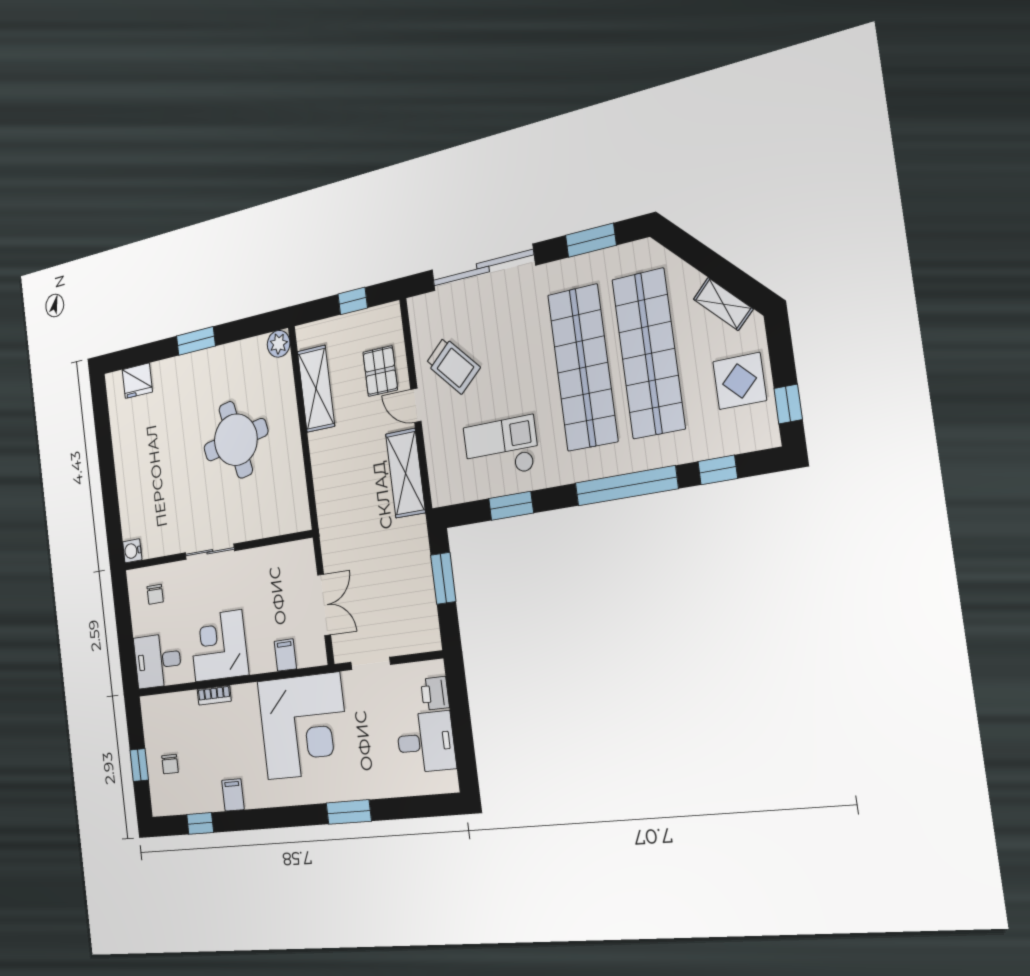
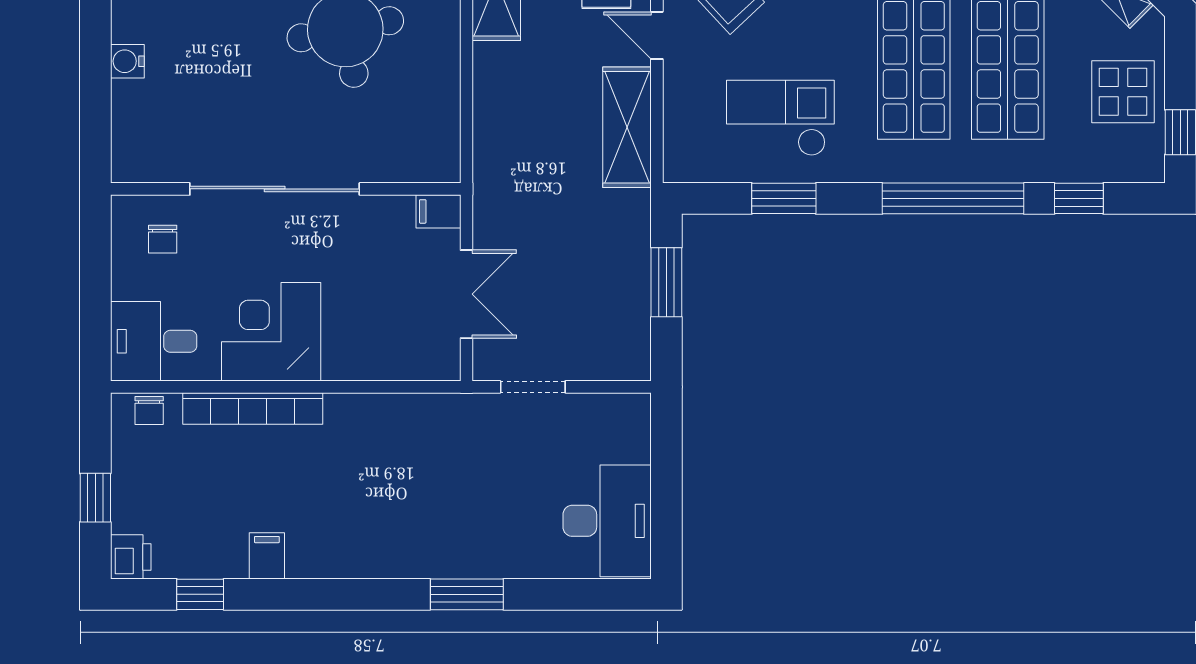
water cooler: (132, 551) -> (127, 61), moved
sliding door: (210, 552) -> (275, 189), width x1.86
filing cabinet: (285, 655) -> (438, 211), moved, turned -90
printer: (435, 693) -> (131, 557), moved, turned 180
bookcase: (214, 695) -> (253, 408), width x2.31, depth x1.31
corner desk: (304, 726) -> (407, 465), removed
desk: (426, 742) -> (607, 521), width x1.37
chair: (170, 764) -> (149, 410), moved

